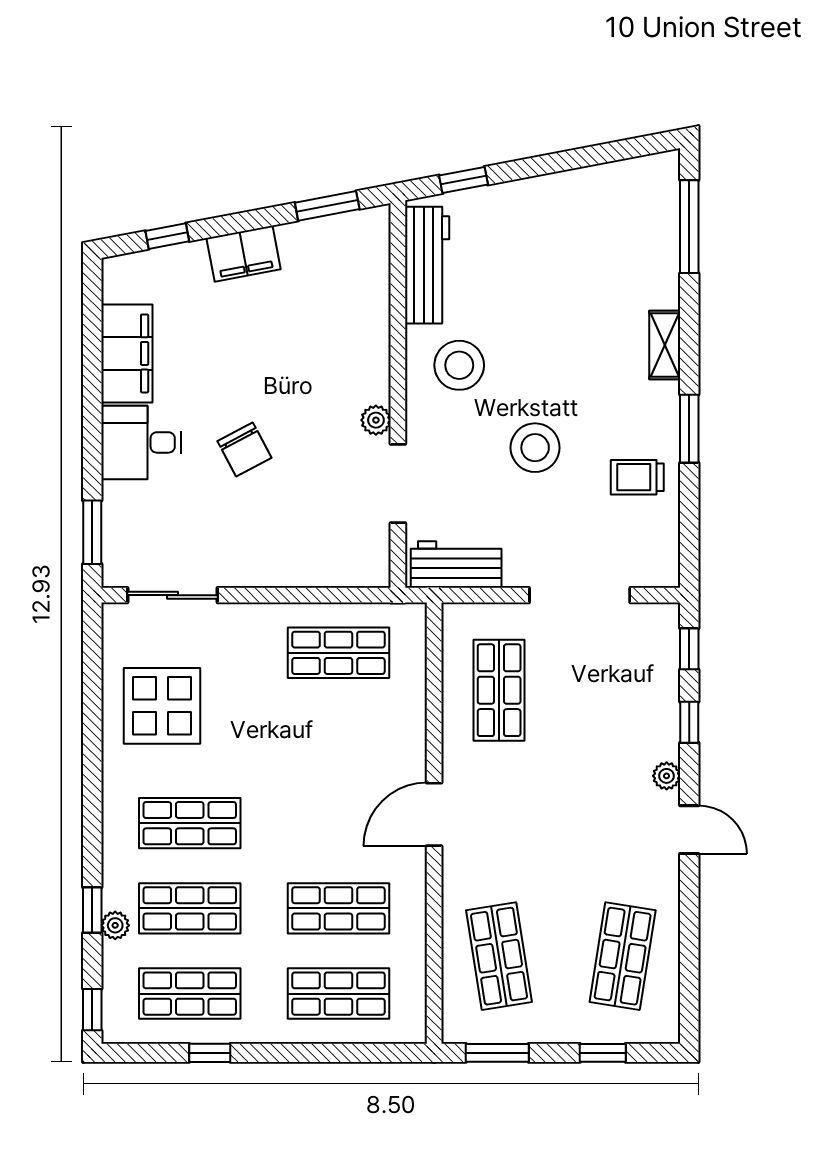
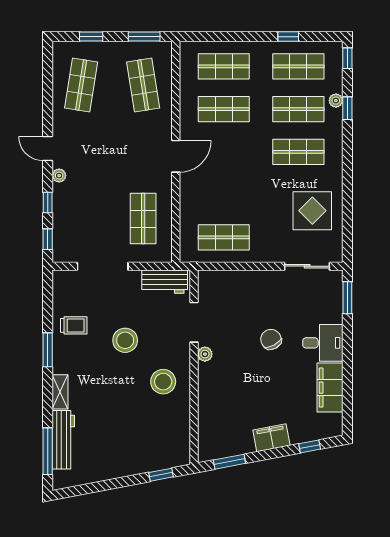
workbench: (427, 265) -> (63, 440), moved, turned 180

